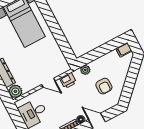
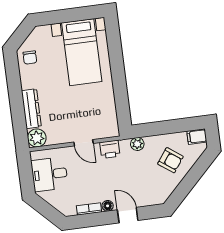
armchair: (104, 86) -> (170, 160), moved, turned -54

